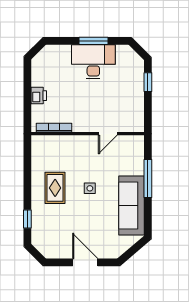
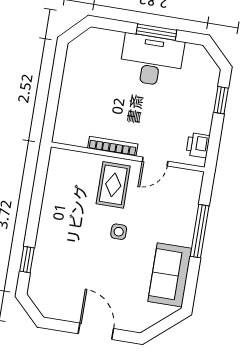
printer: (39, 96) -> (198, 145), moved, turned 180
bookcase: (54, 128) -> (113, 146), moved
rug: (55, 188) -> (113, 185), moved
sofa: (132, 205) -> (170, 275), width x0.73

